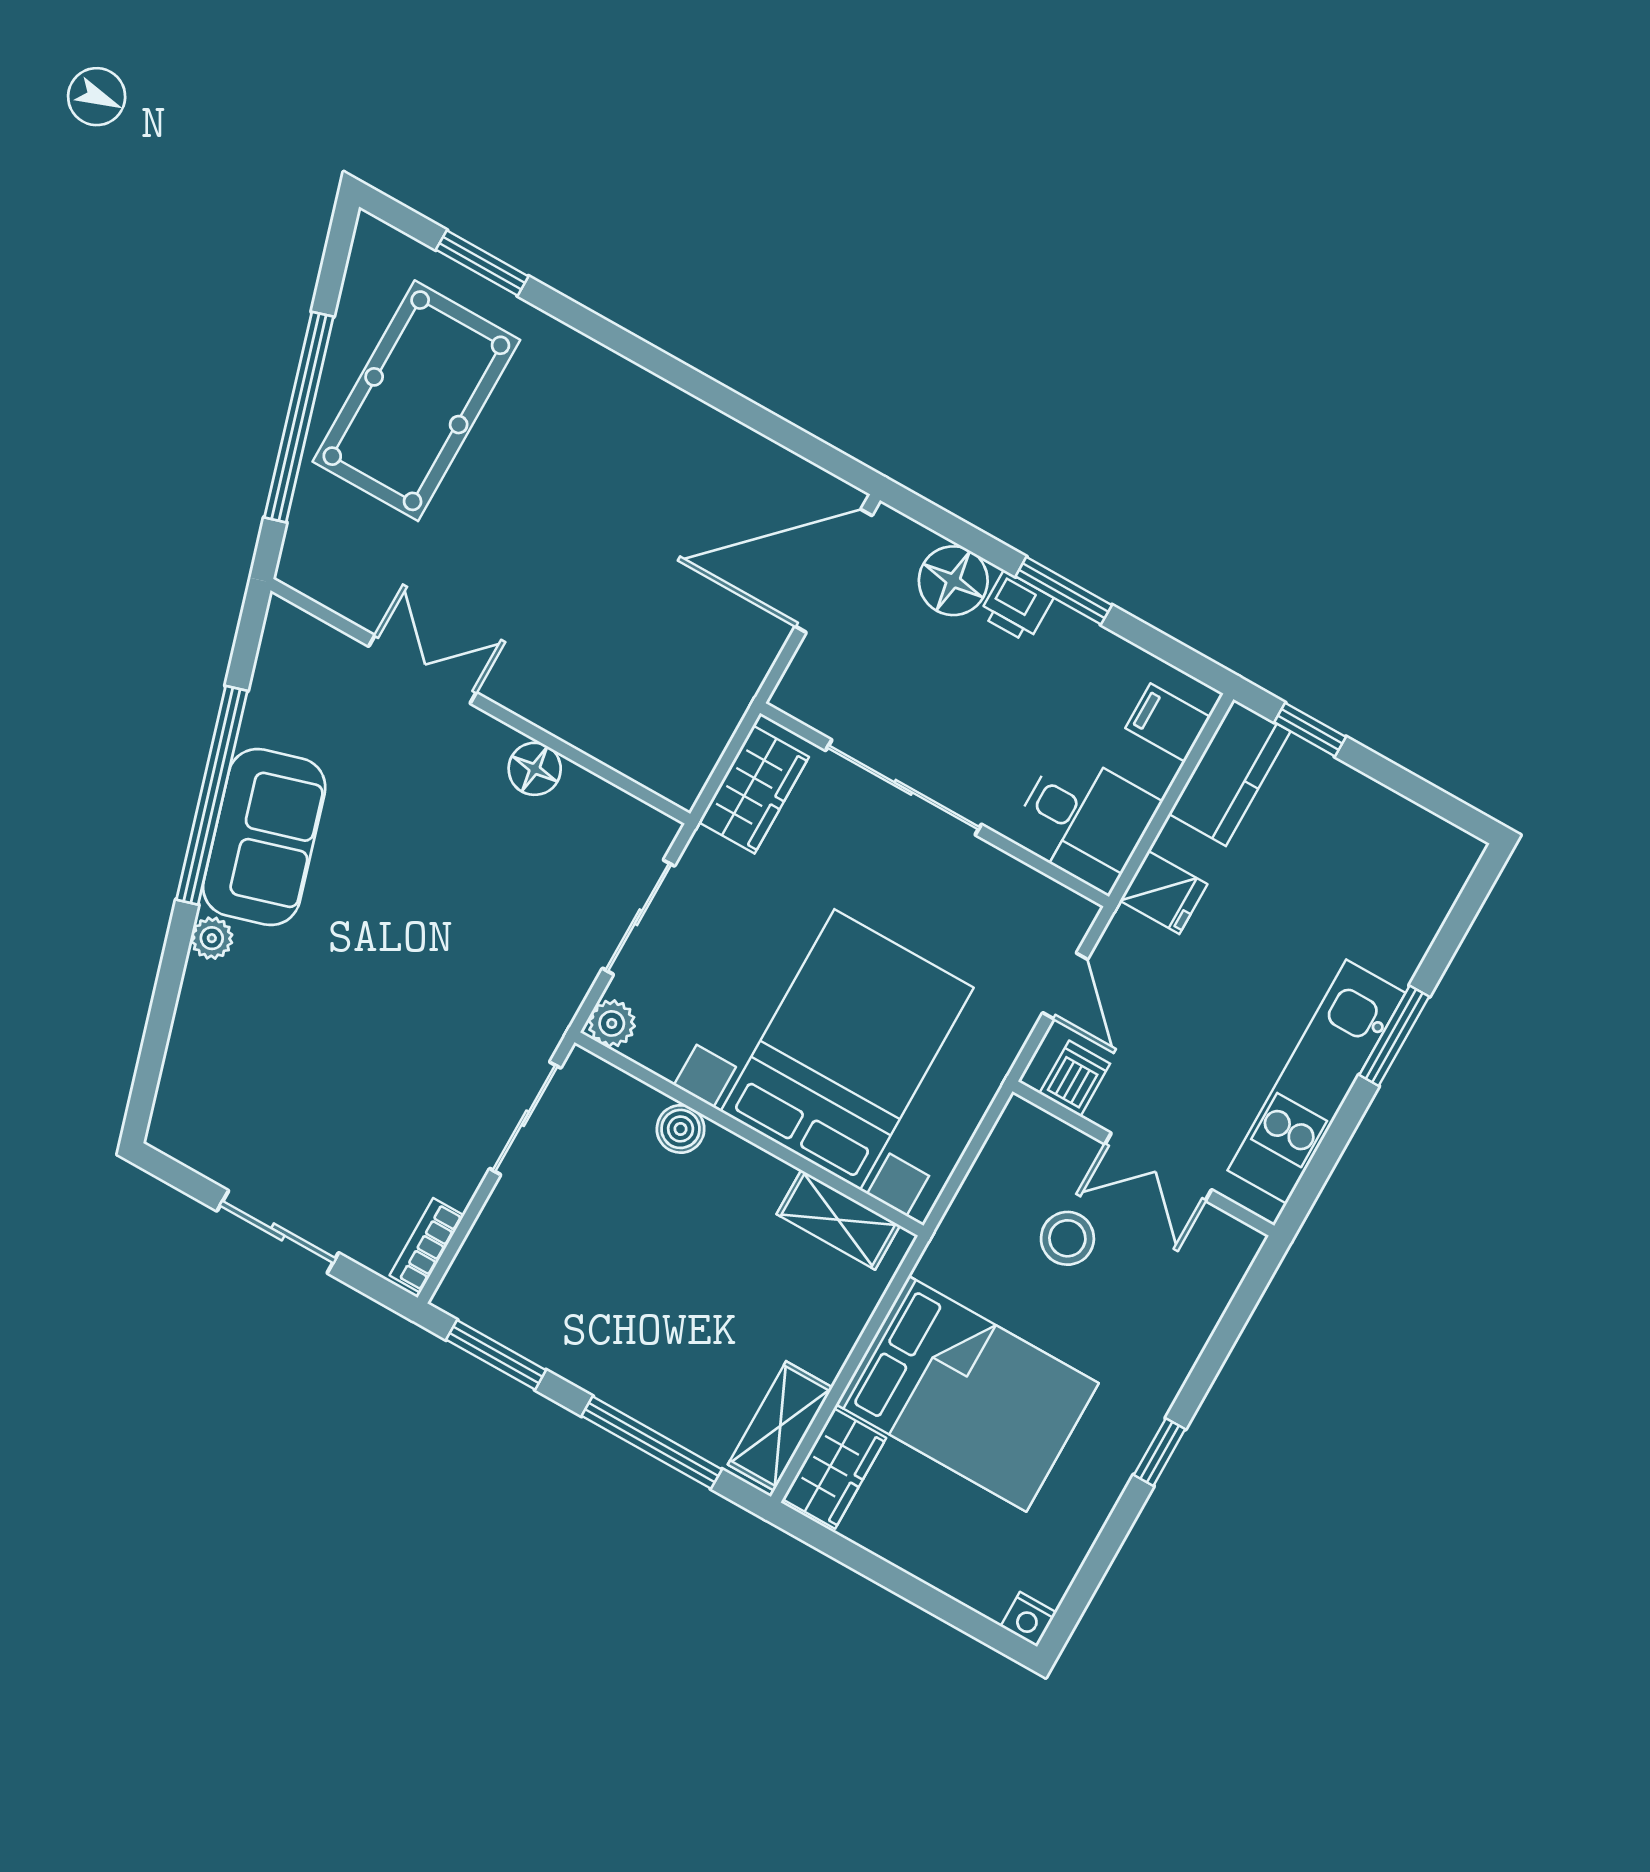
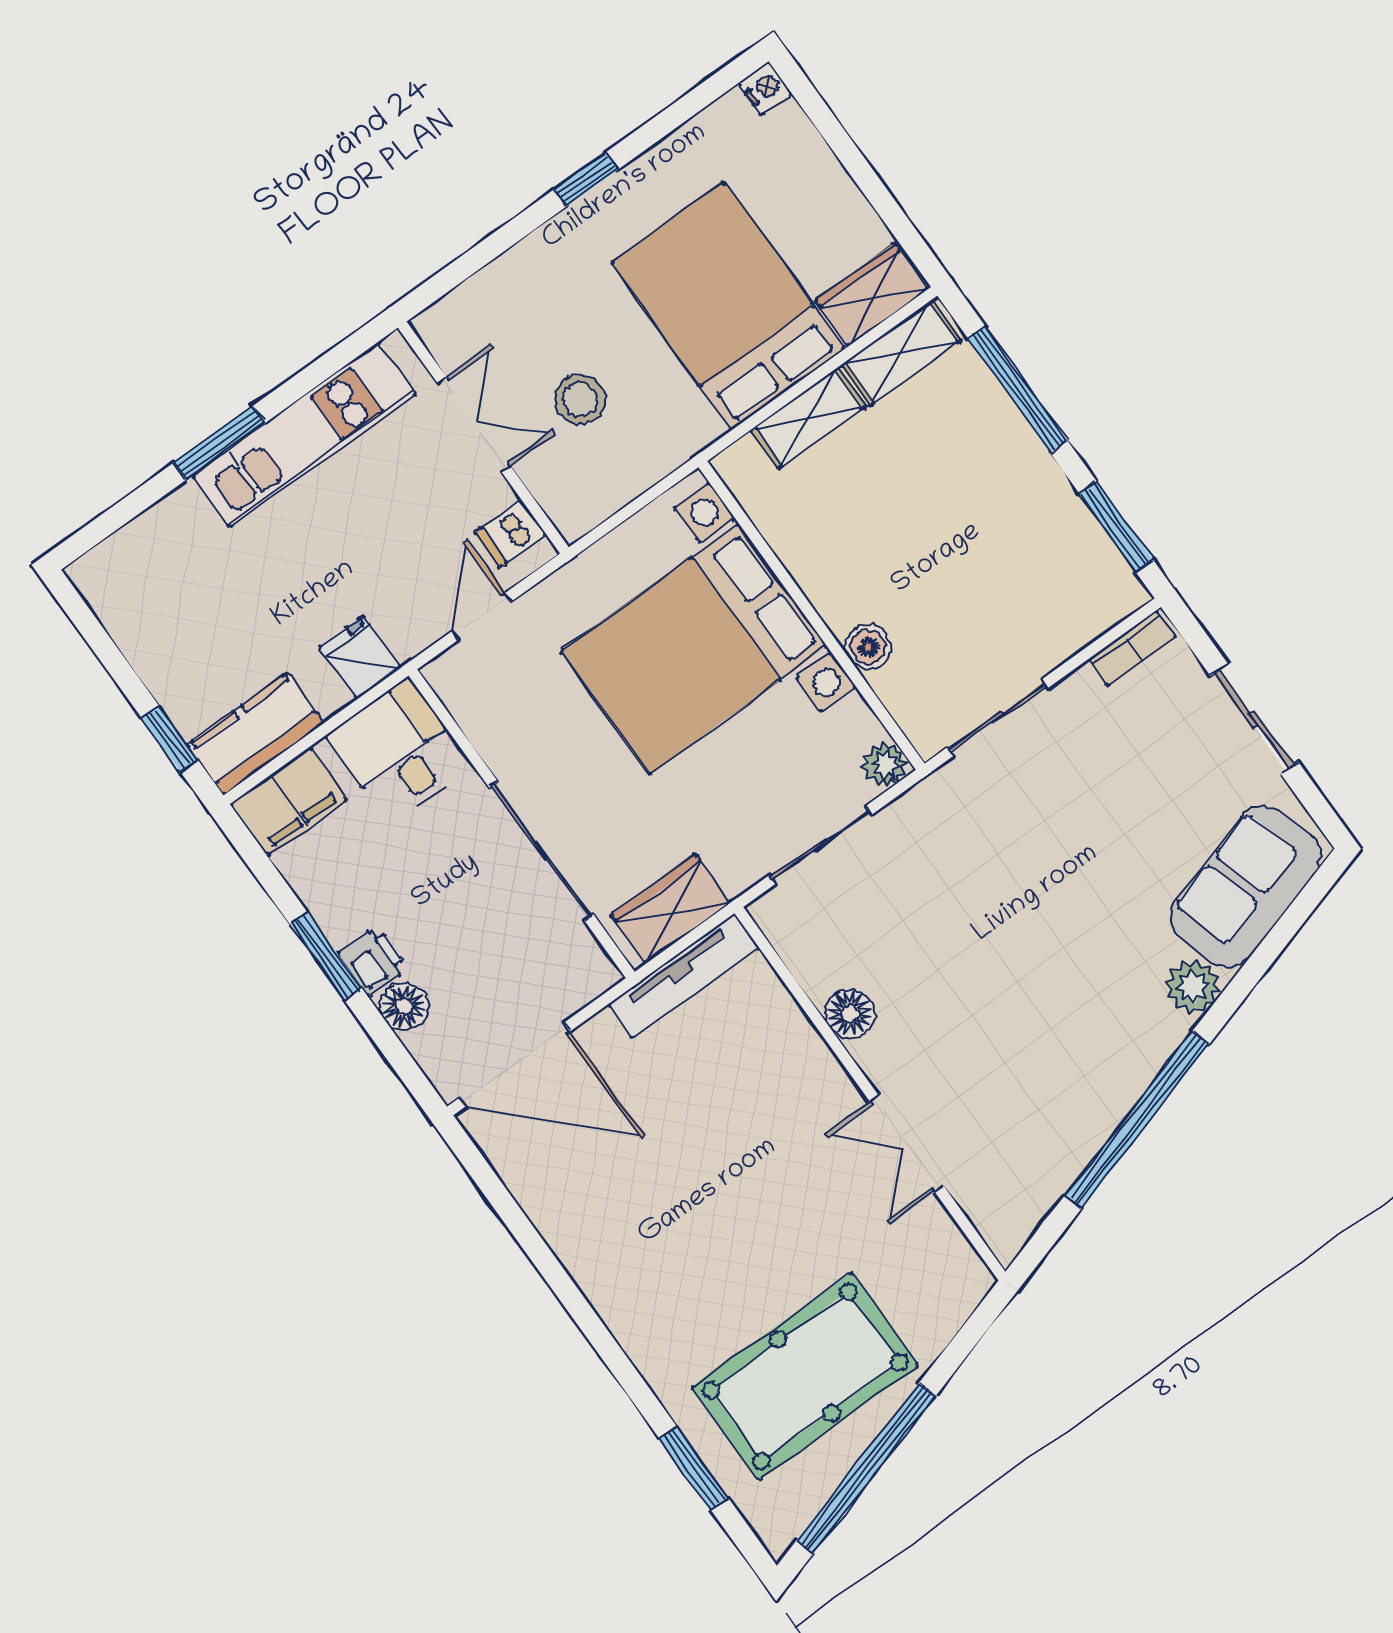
window: (299, 417) -> (866, 1468), moved
floor lamp: (953, 581) -> (404, 1006), width x0.73, depth x0.73
filing cabinet: (1168, 723) -> (289, 801), width x2.00
tv unit: (711, 731) -> (684, 976), added
sofa: (264, 837) -> (1246, 887), moved
plant: (212, 938) -> (1193, 987), width x1.38, depth x1.38
shelving: (838, 1220) -> (808, 418), moved, turned 90

